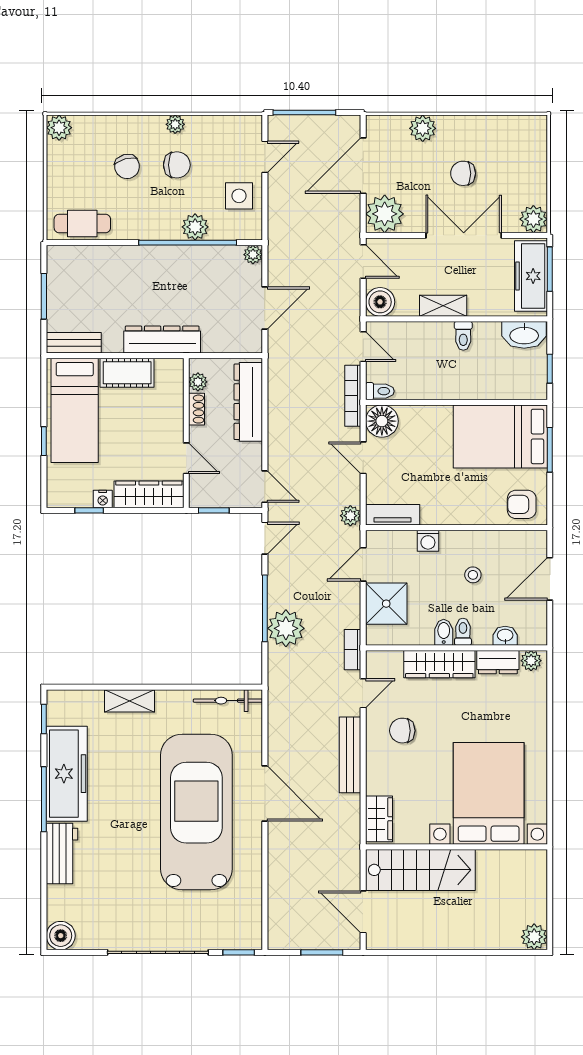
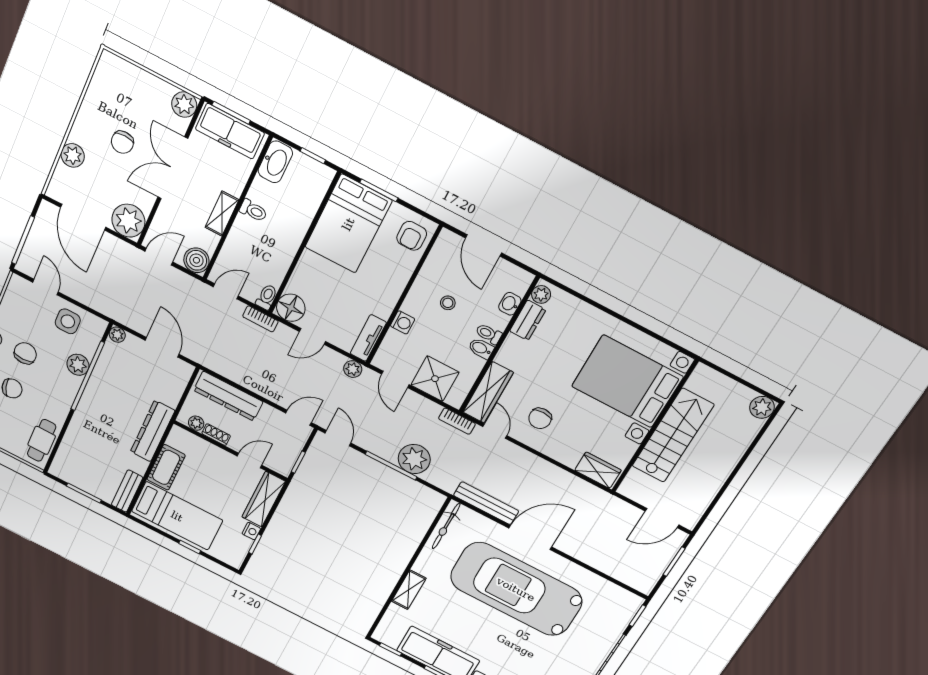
bookcase: (353, 396) -> (260, 319), width x0.64
wardrobe: (439, 664) -> (488, 392), moved
bench: (350, 755) -> (486, 503), moved
stairs: (420, 870) -> (673, 435), moved

